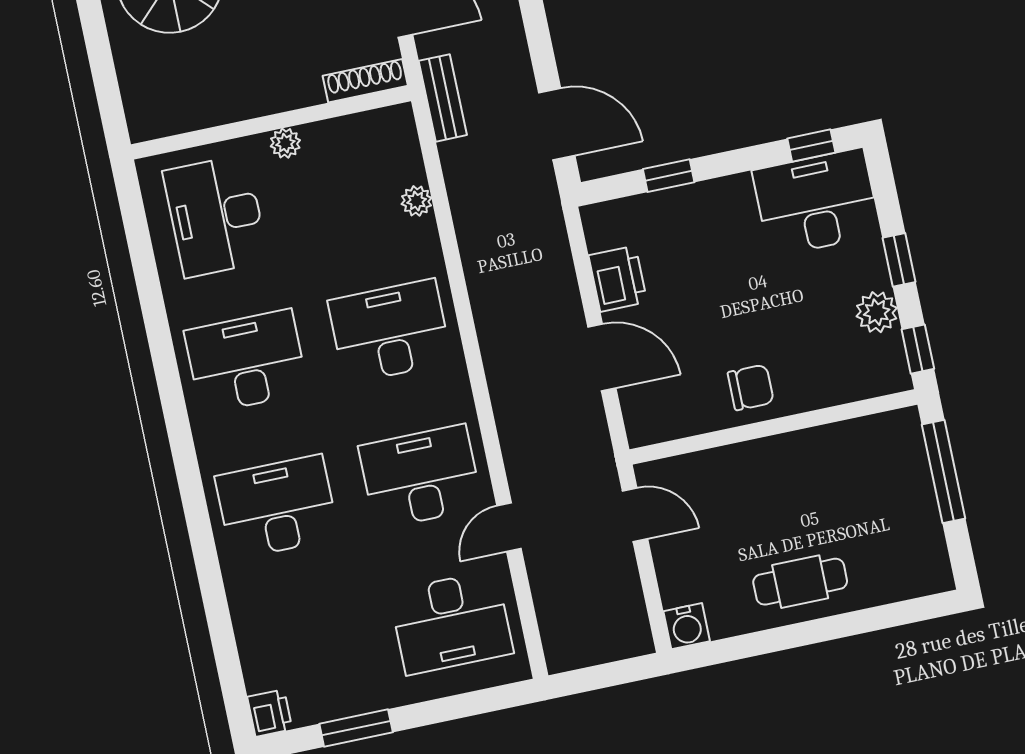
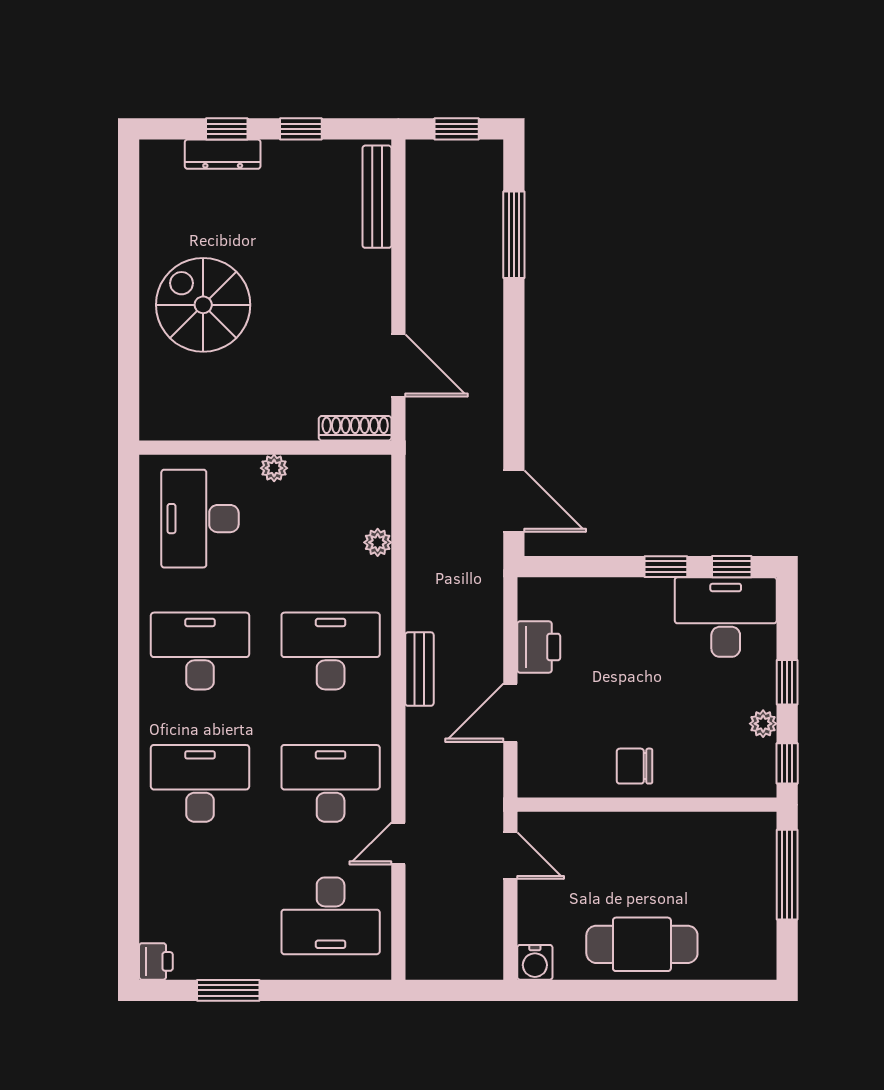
bench: (443, 98) -> (419, 669), moved
window: (669, 176) -> (666, 567), moved
plant: (877, 312) -> (763, 724), width x0.73, depth x0.73
door: (602, 357) -> (510, 713), swing flipped
chair: (751, 387) -> (635, 766), turned 180
cafe table: (800, 582) -> (642, 944), width x1.37, depth x1.35

